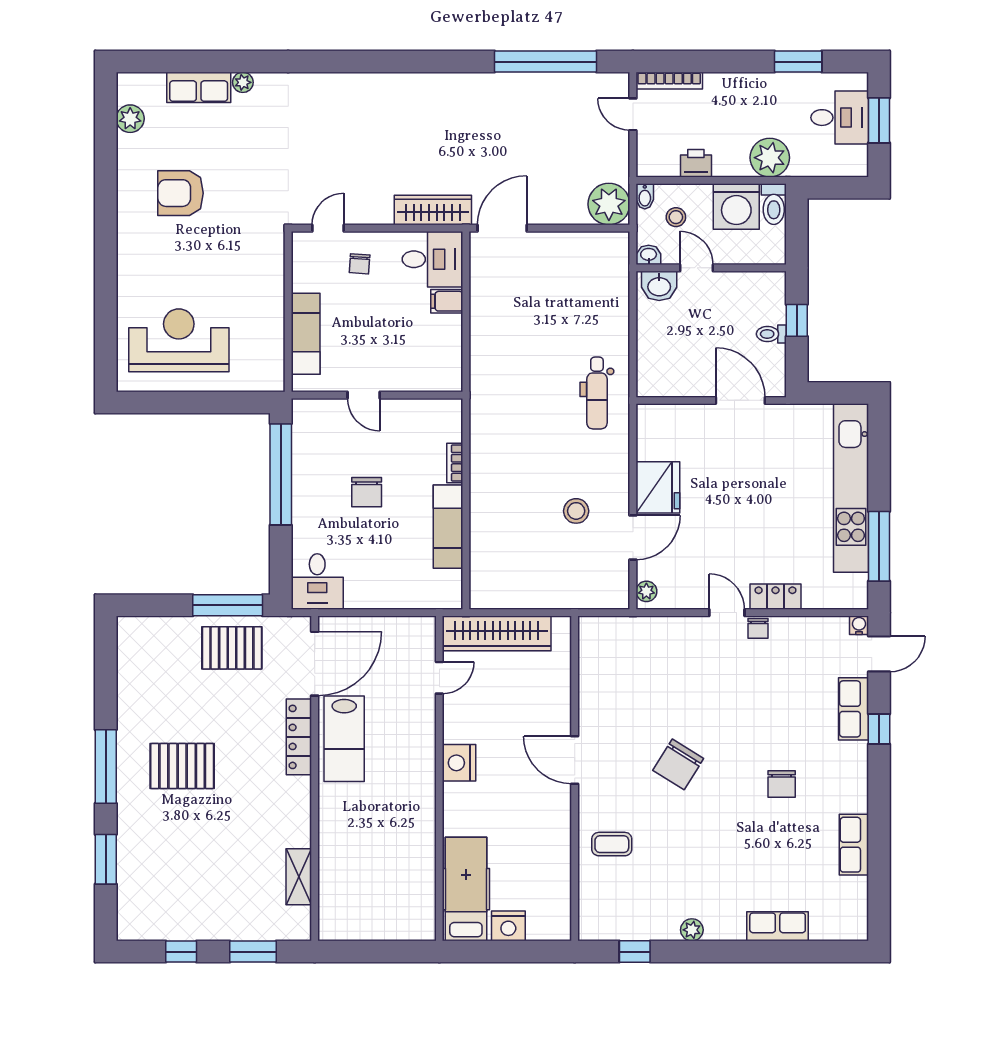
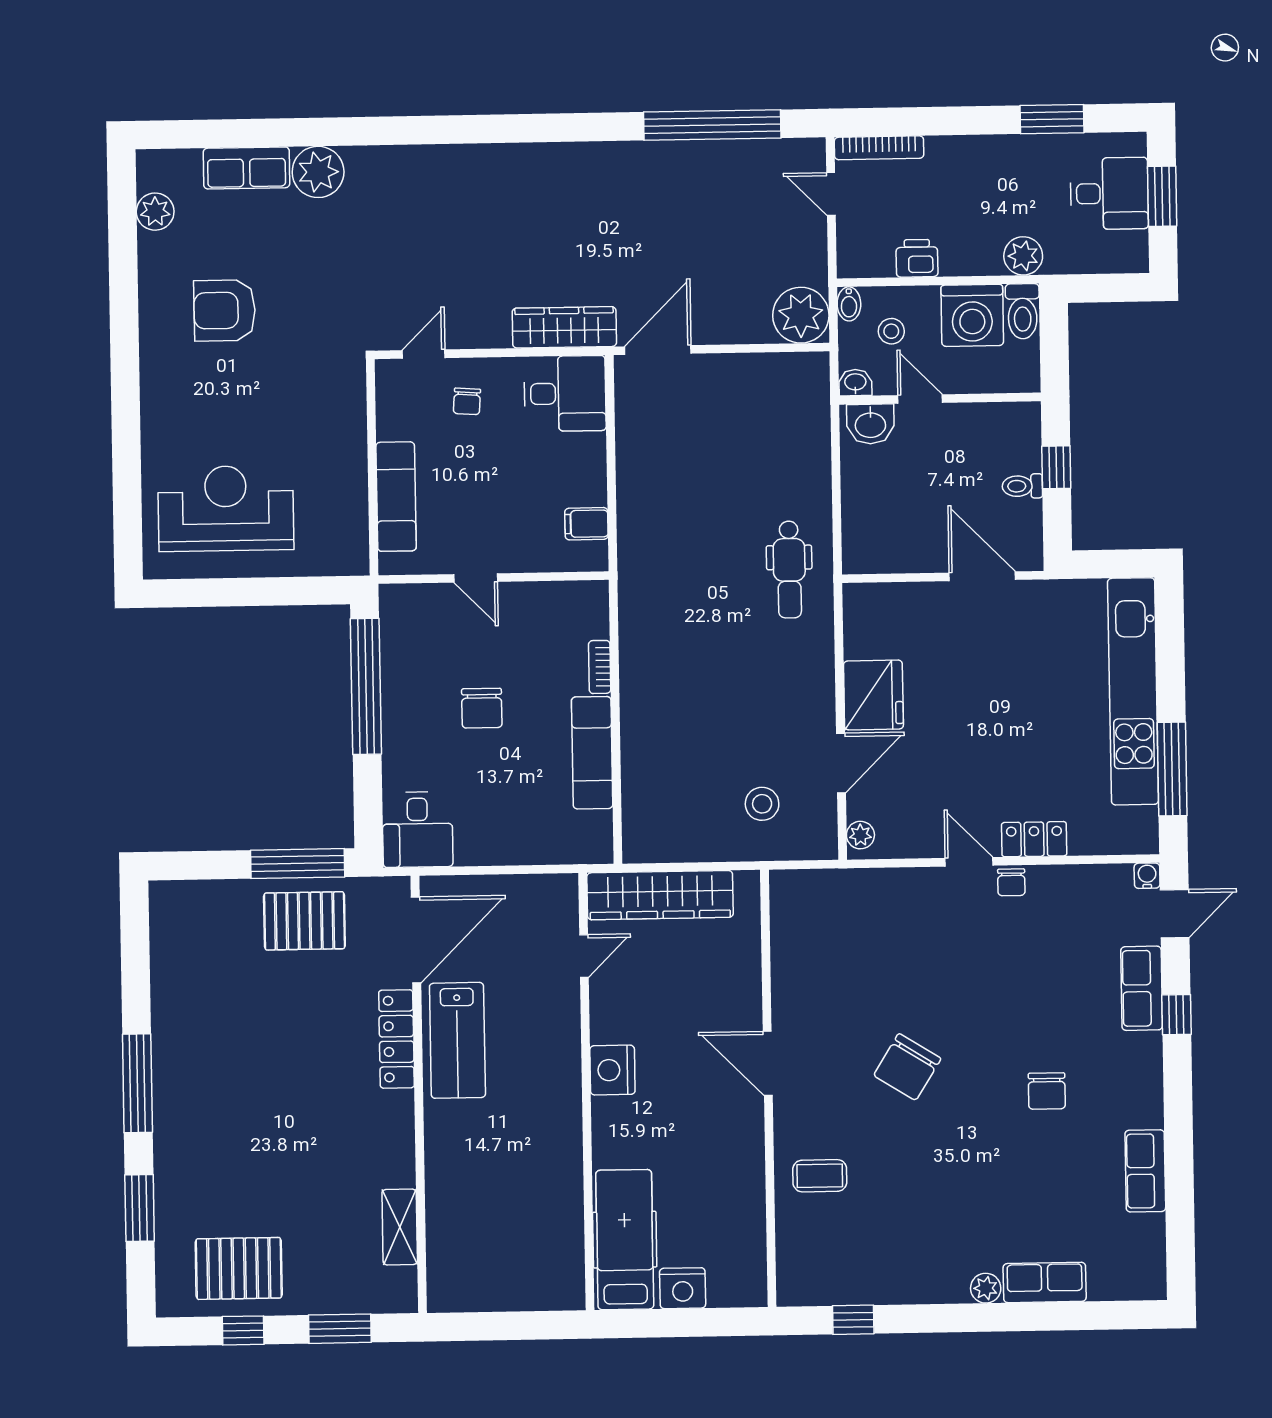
plant: (243, 82) -> (318, 172), width x1.87, depth x1.87
plant: (770, 158) -> (1023, 256), width x0.73, depth x0.73
filing cabinet: (447, 301) -> (586, 524), moved
stool: (576, 511) -> (762, 804), moved
pallet: (182, 766) -> (239, 1268), moved
plant: (692, 930) -> (986, 1288), moved

